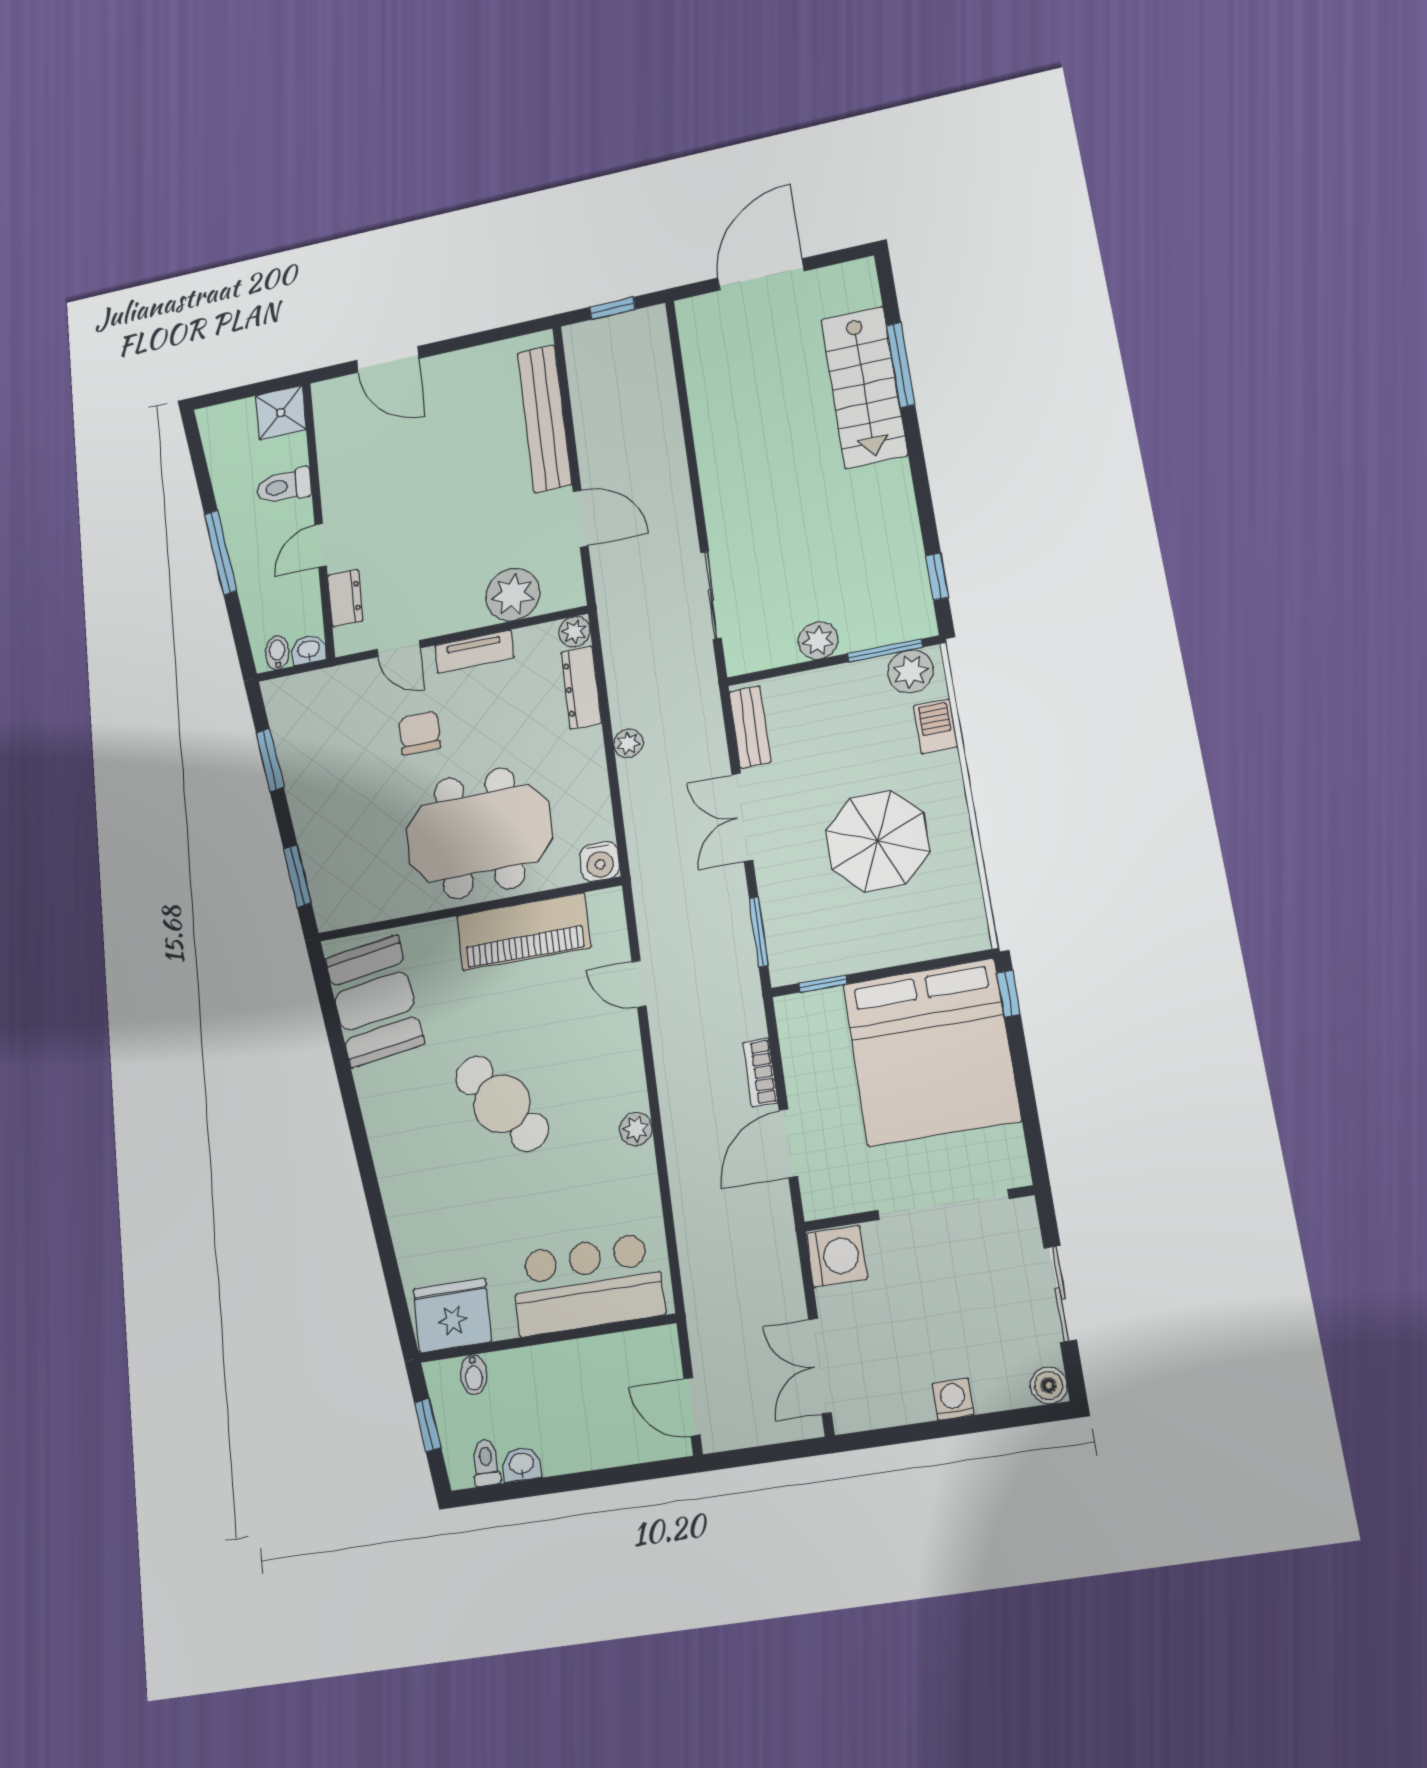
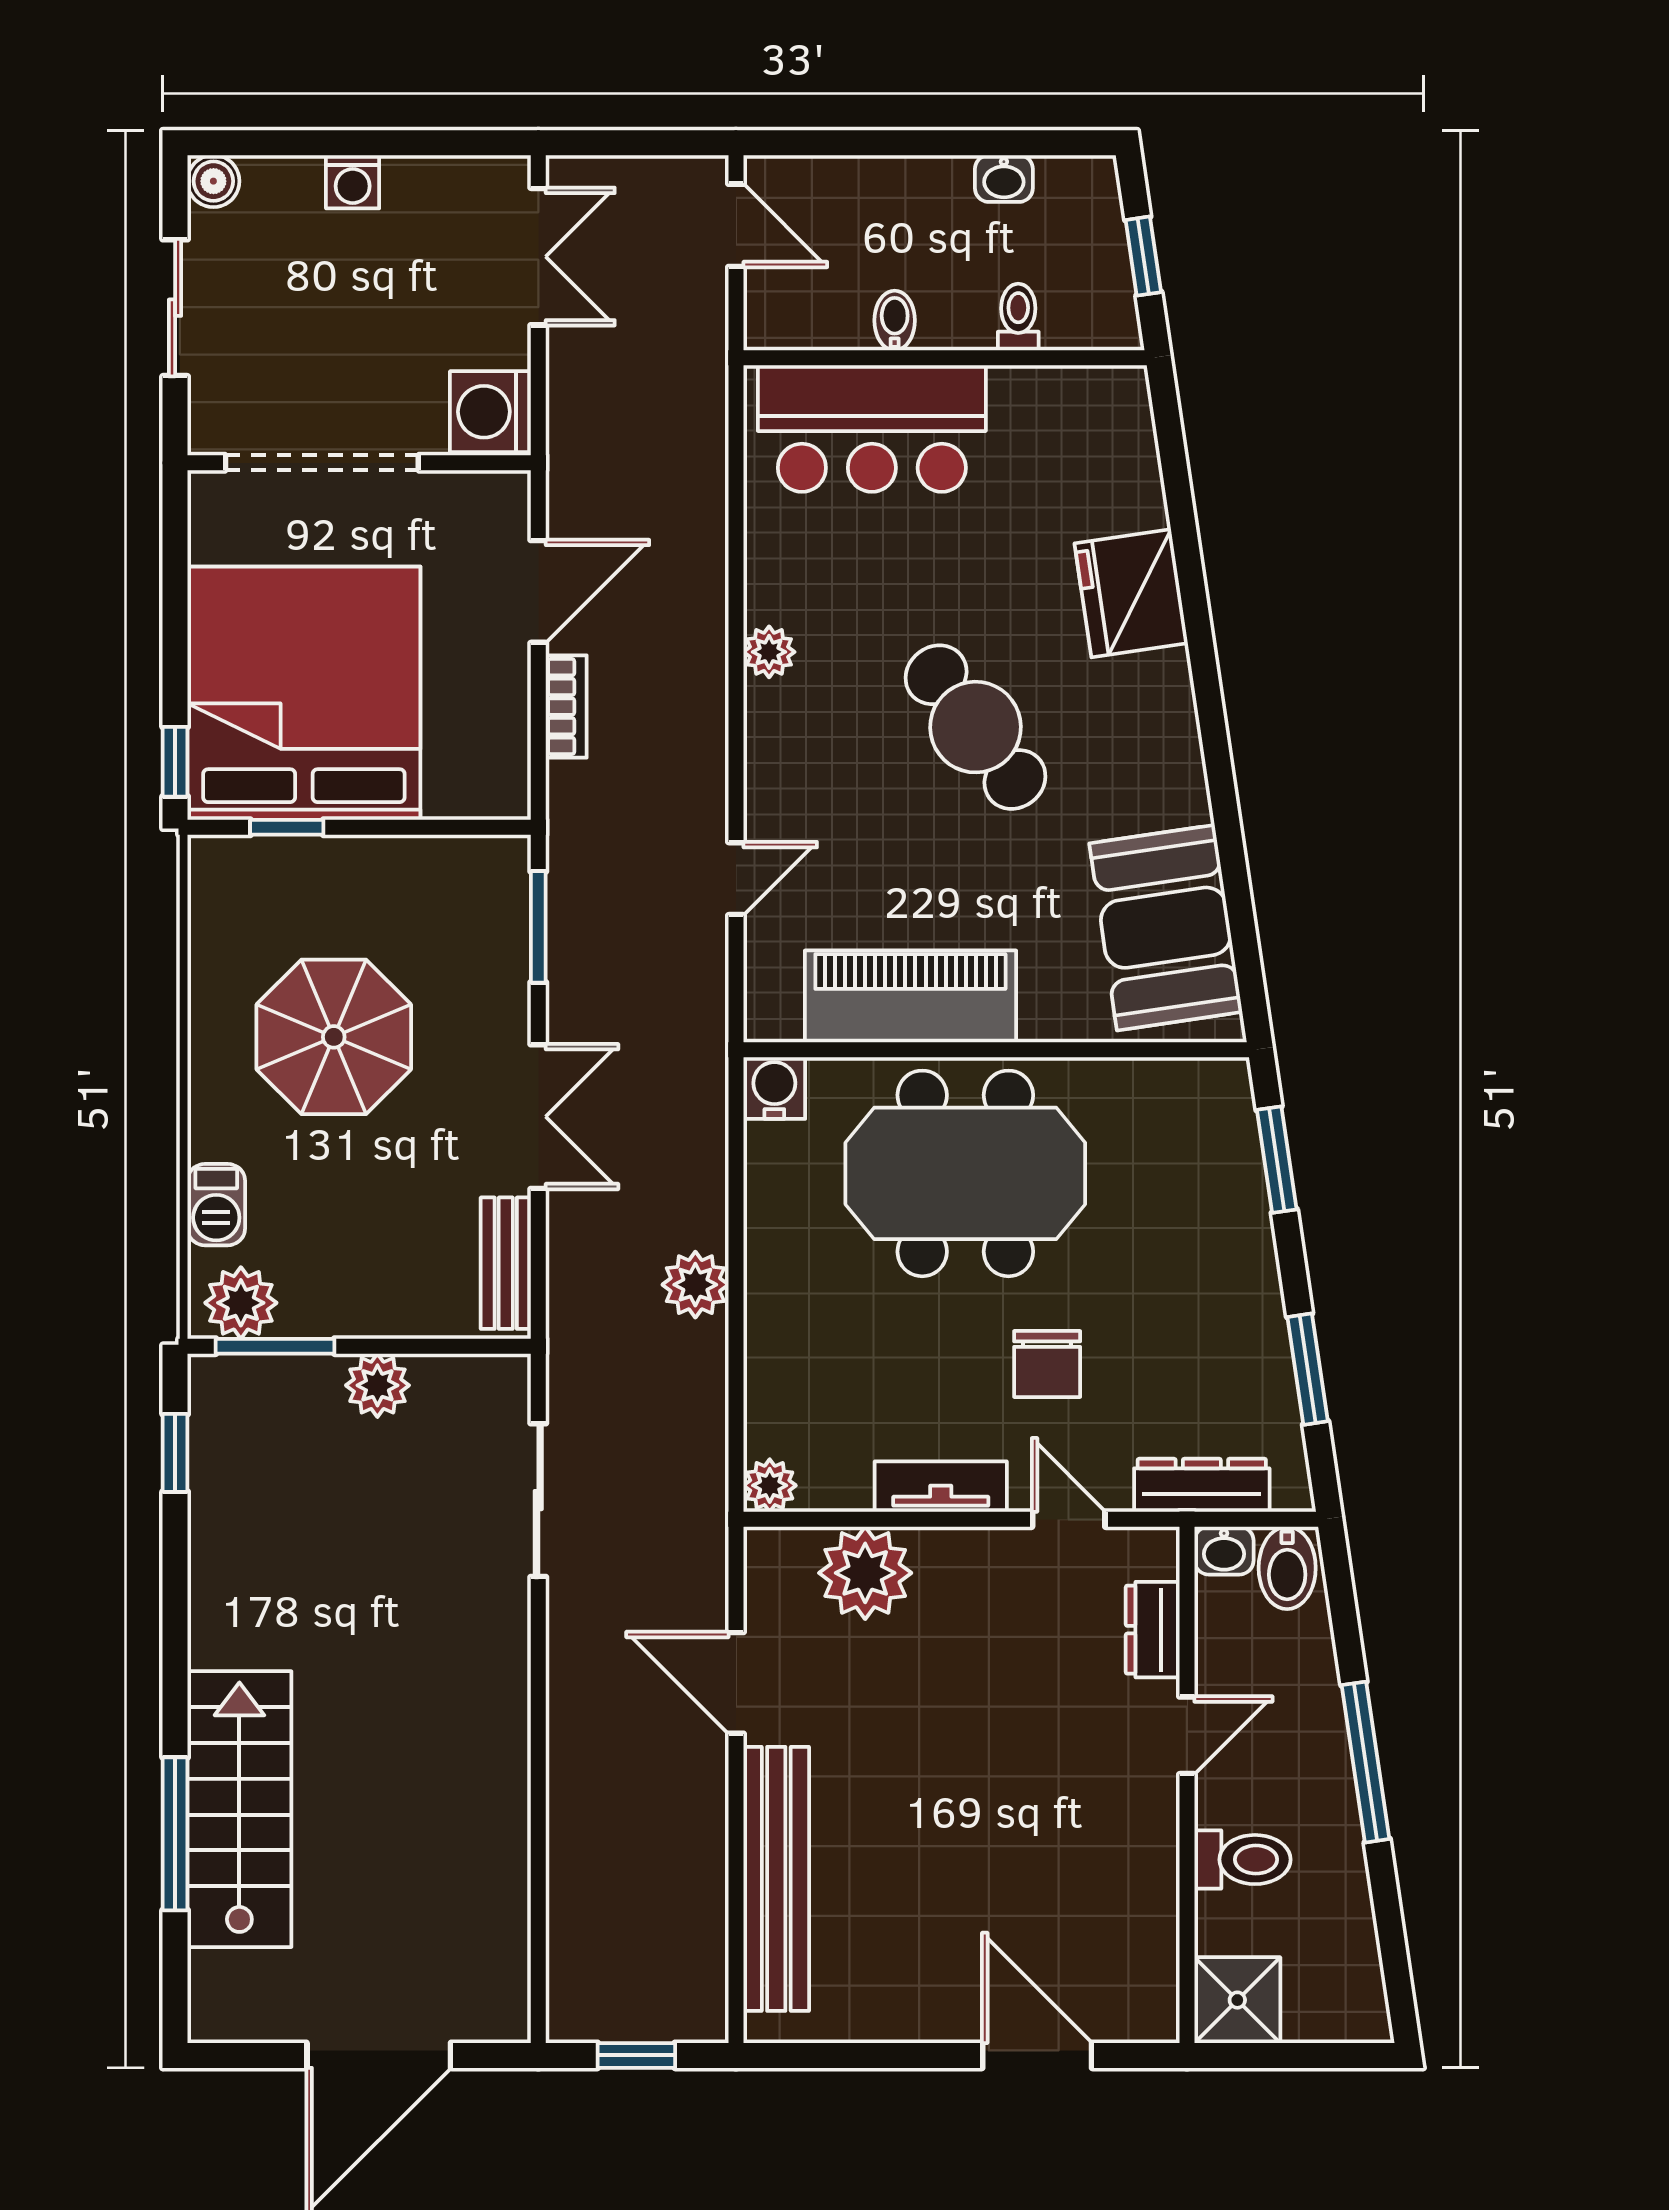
bidet: (277, 653) -> (1287, 1568), width x1.38, depth x1.36
dresser: (581, 688) -> (1202, 1485), moved, turned -90
plant: (628, 743) -> (695, 1285), width x1.38, depth x1.38
door: (639, 984) -> (736, 879), hinge flipped
window: (823, 984) -> (287, 827), moved
fridge: (452, 1315) -> (1131, 593), moved, turned 82
bidet: (474, 1375) -> (895, 320), moved
toilet: (486, 1463) -> (1018, 317), moved, turned 180

